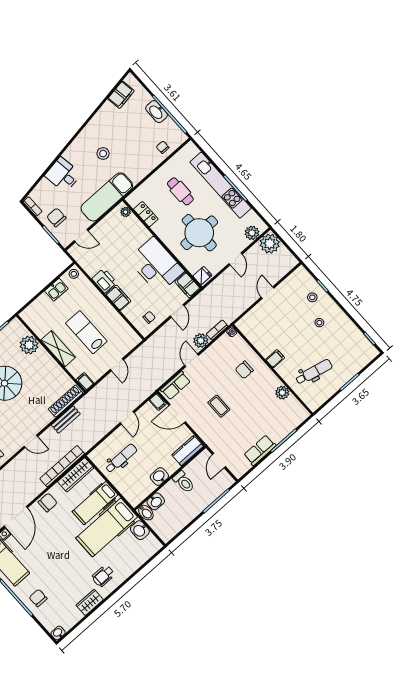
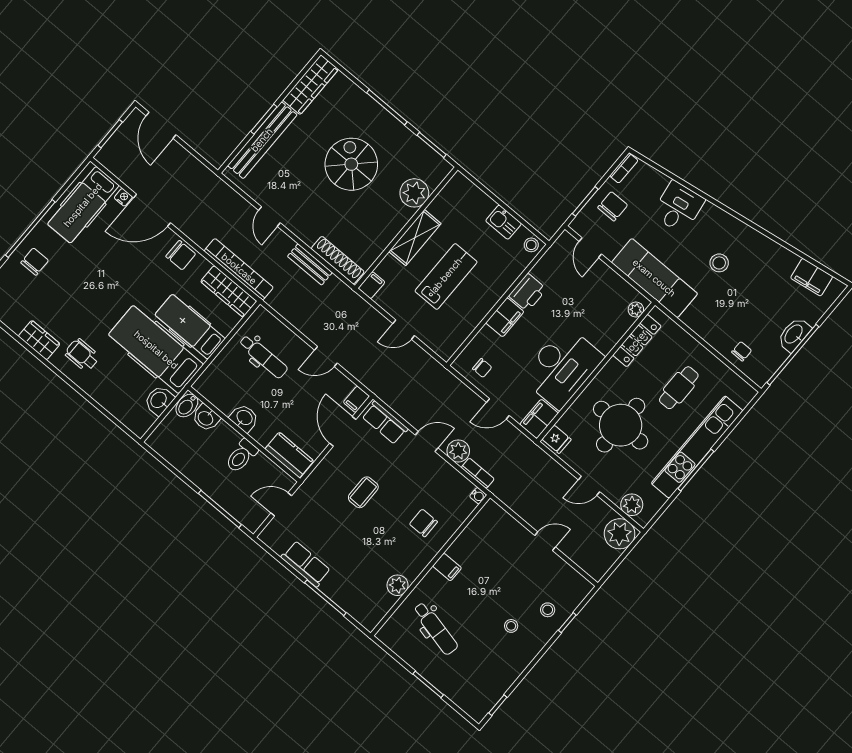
locker: (146, 214) -> (637, 341), width x1.53

